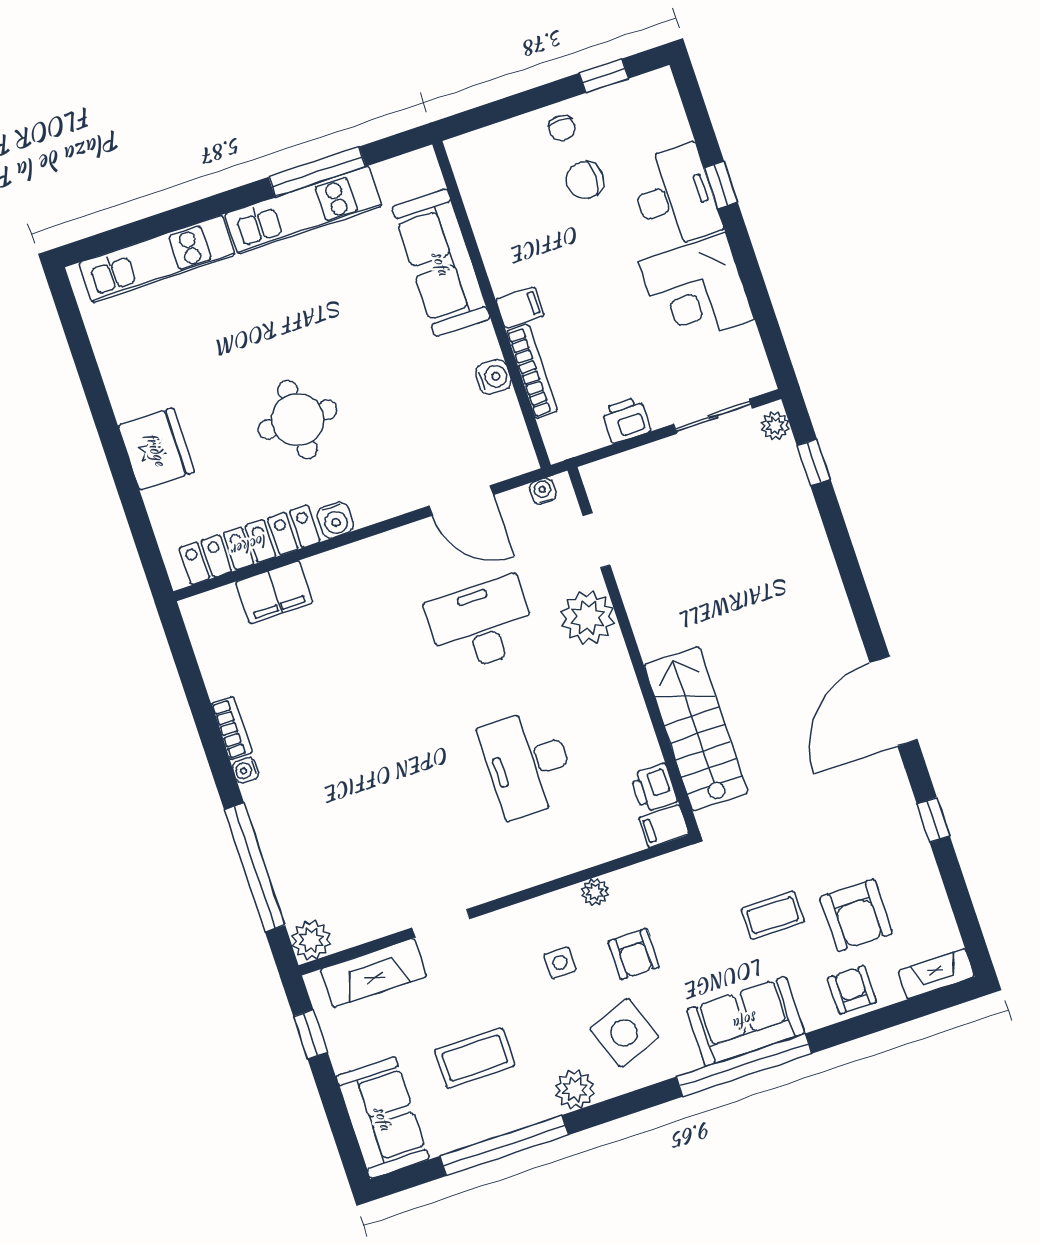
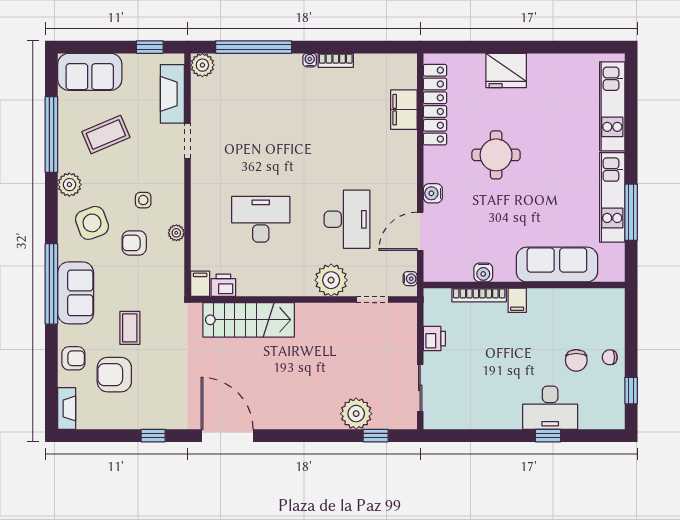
chair: (585, 180) -> (576, 360), turned 180
corner desk: (696, 290) -> (494, 402), removed
plant: (775, 426) -> (356, 414), moved, width x1.87, depth x1.87
water cooler: (335, 520) -> (433, 193), moved
coffee table: (475, 1058) -> (106, 135), turned 67

